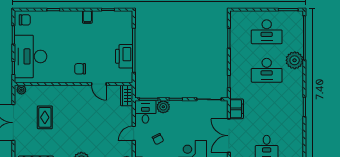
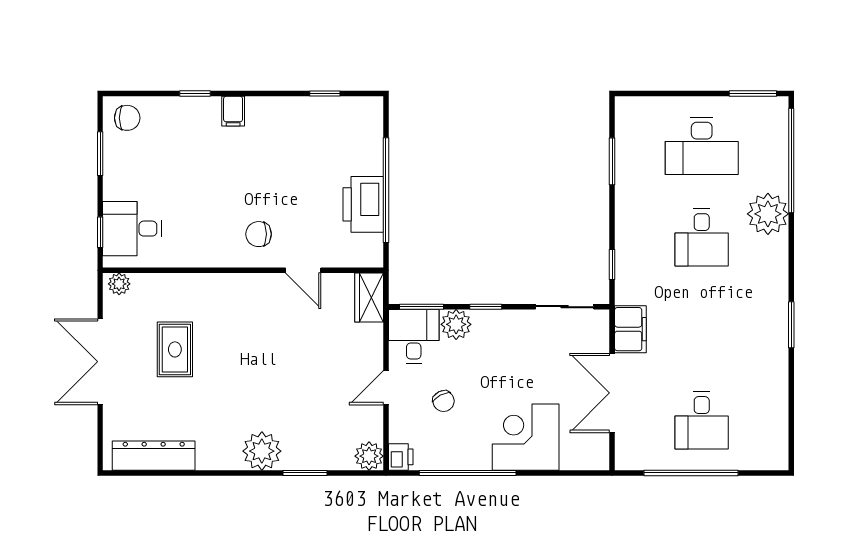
filing cabinet: (87, 17) -> (233, 111), moved
desk: (31, 56) -> (132, 229), width x0.53, depth x0.77
desk: (267, 70) -> (702, 238), width x0.73

